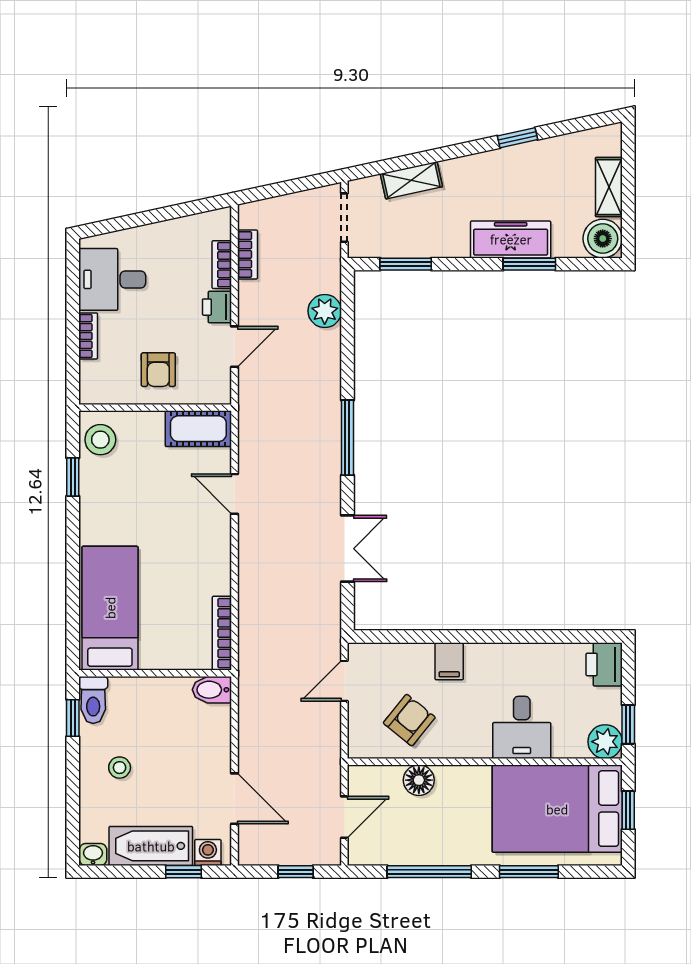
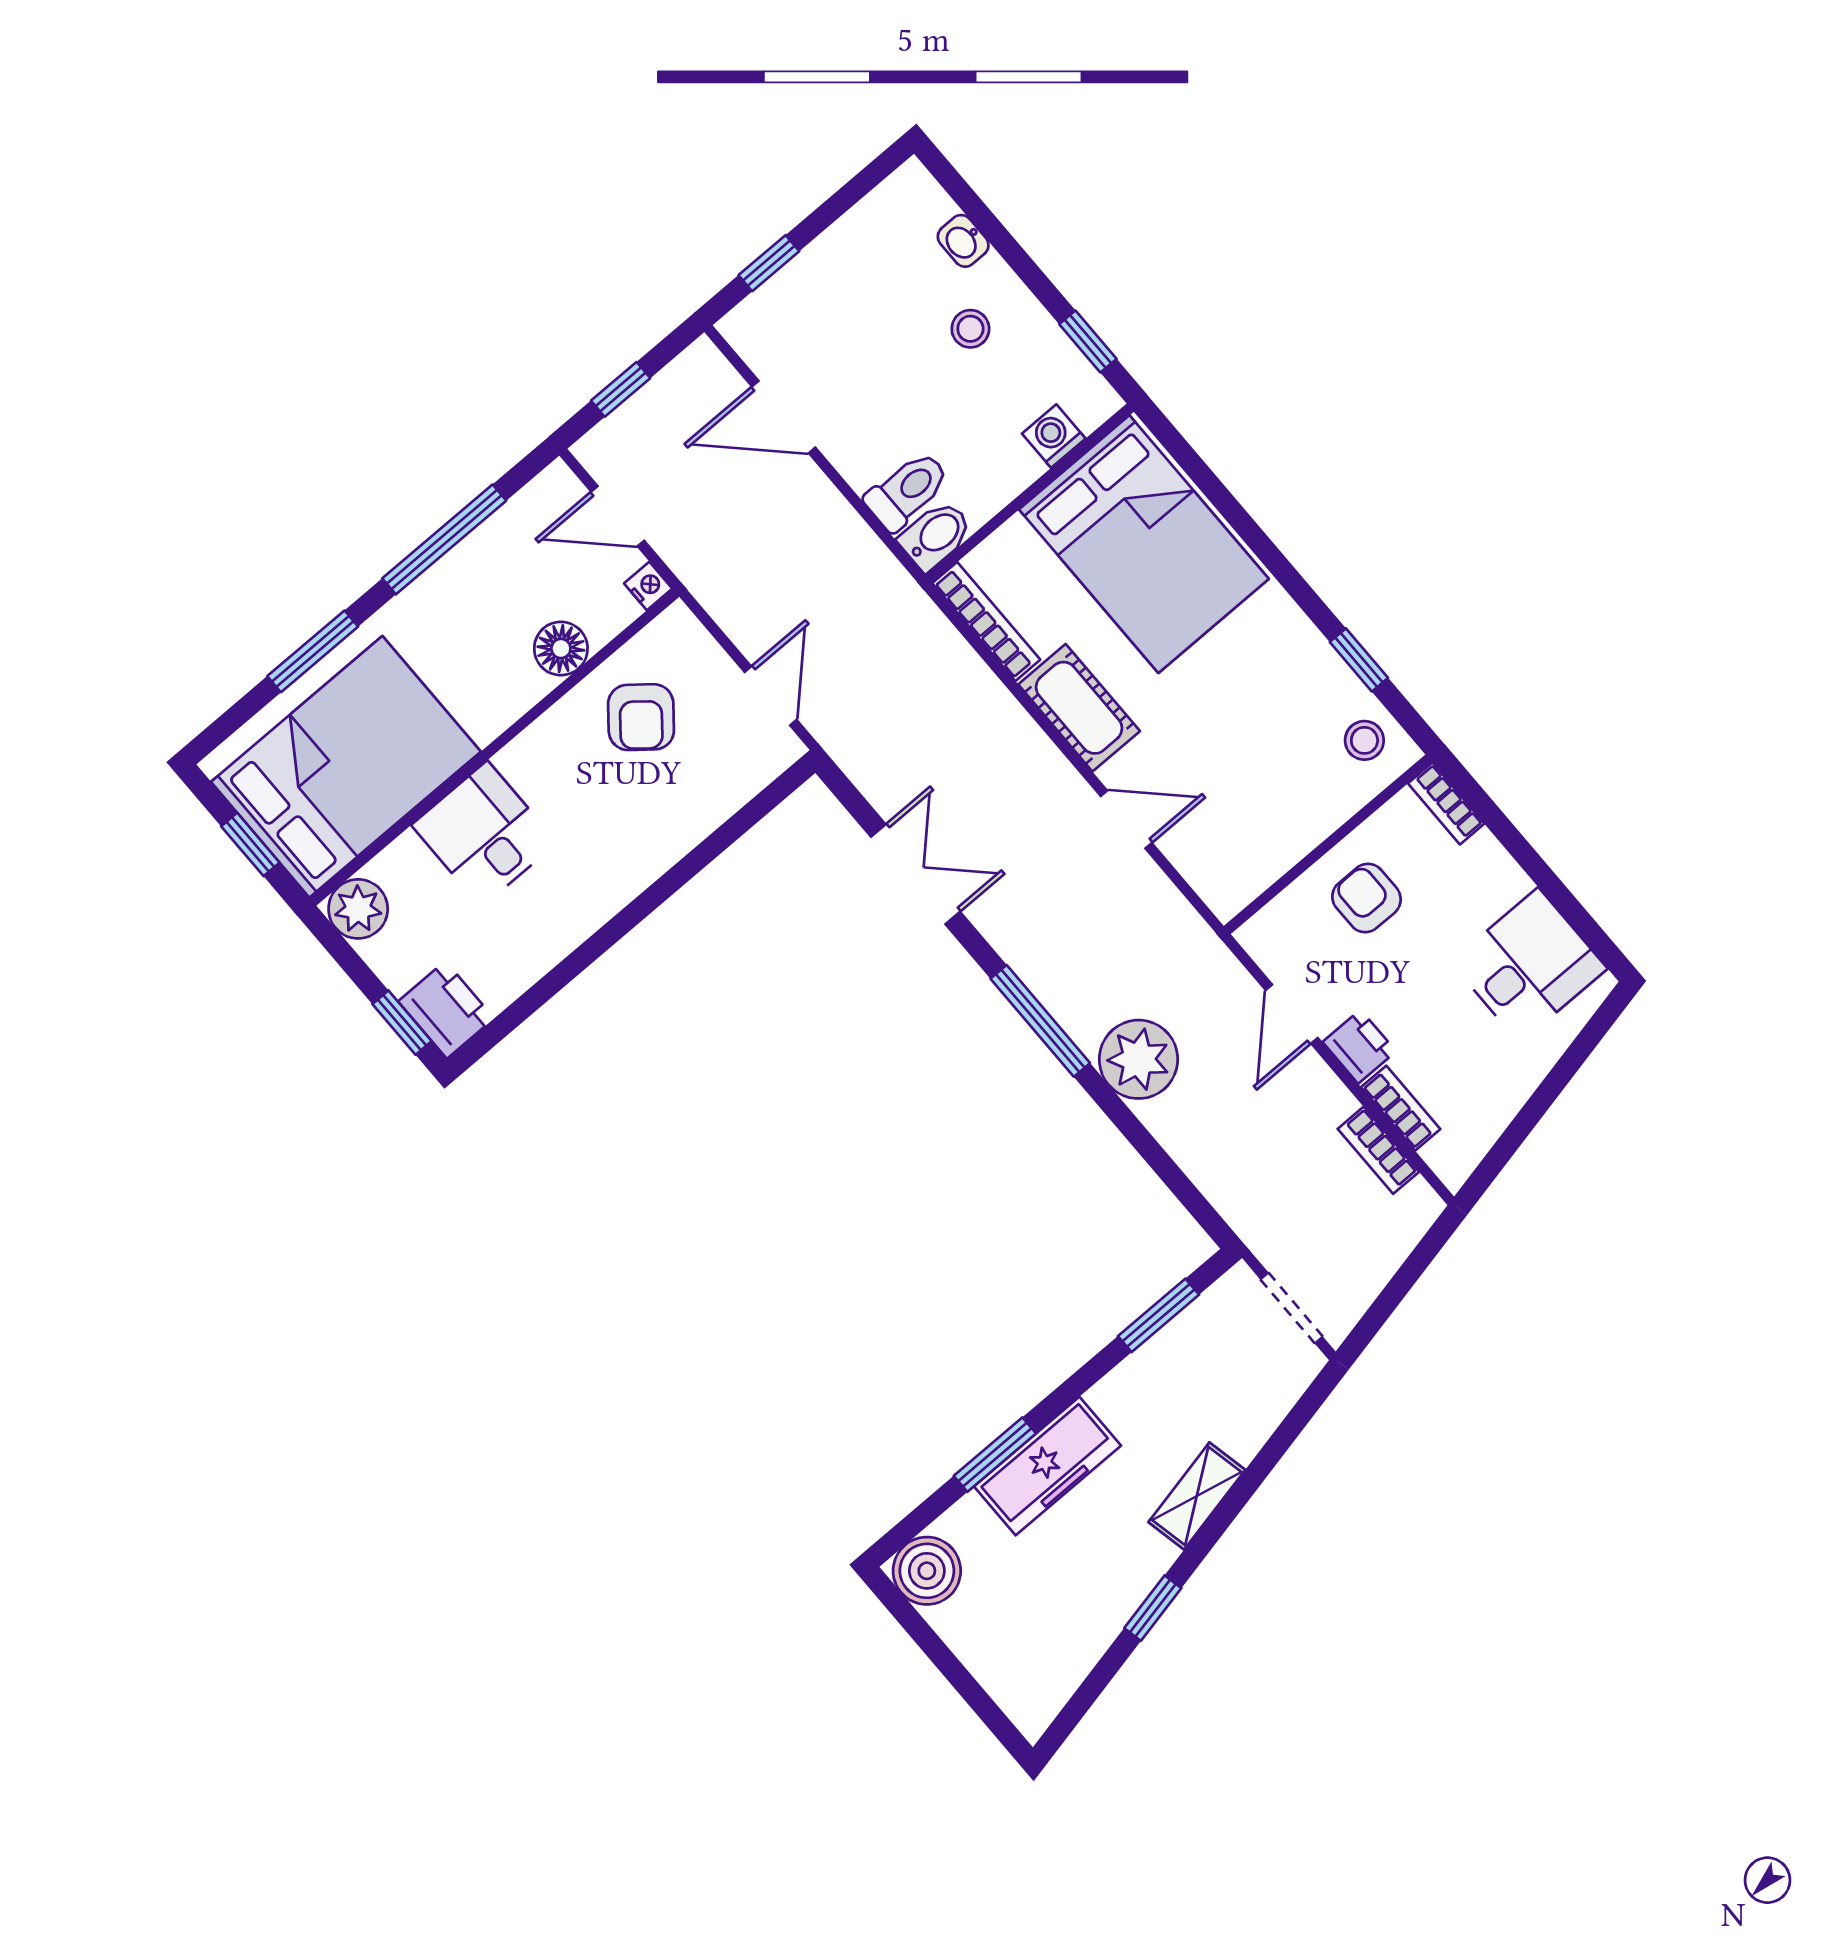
shelving: (411, 180) -> (1197, 1496), moved
shelving: (609, 187) -> (977, 1646), removed
plant: (325, 311) -> (1138, 1059), moved, width x1.36, depth x1.36
bookcase: (88, 336) -> (1446, 804), moved
cot: (198, 429) -> (1079, 708), moved, turned 90
stool: (100, 440) -> (1364, 740), width x0.73, depth x0.73
double door: (347, 549) -> (915, 874), swing flipped
bed: (110, 608) -> (1144, 544), width x1.50
filing cabinet: (449, 661) -> (654, 840), removed
toilet: (93, 700) -> (907, 491), moved, turned 90
window: (628, 724) -> (402, 1023), moved
nightstand: (357, 775) -> (648, 586), added
door: (344, 817) -> (618, 516), hinge flipped
bathtub: (151, 846) -> (841, 260), removed
washing machine: (208, 852) -> (1054, 436), moved, turned 180
washbasin: (93, 854) -> (963, 241), moved, turned 90

